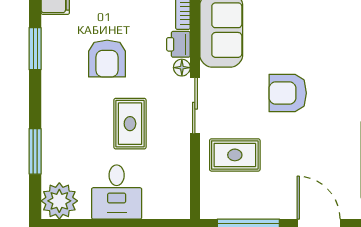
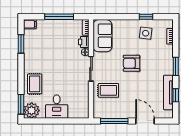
side table: (320, 24) -> (146, 33), added
armchair: (107, 58) -> (52, 48), removed
rug: (130, 124) -> (35, 84), moved
window: (35, 151) -> (21, 104), moved

